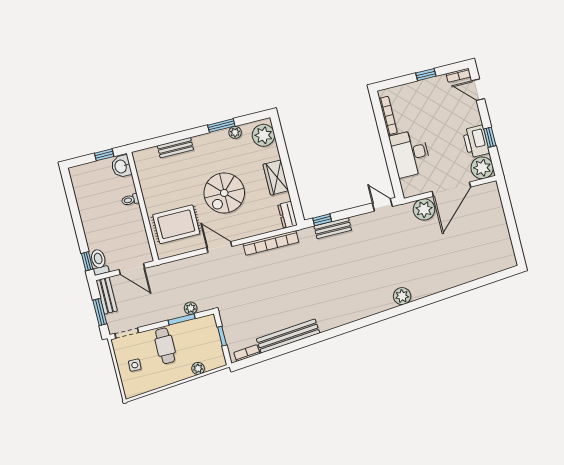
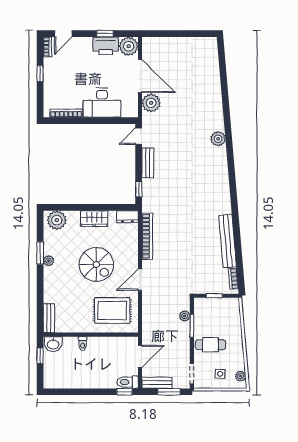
plant: (235, 132) -> (49, 261), moved
bench: (175, 148) -> (49, 318), moved
rug: (176, 224) -> (112, 311), turned 90
bench: (333, 228) -> (148, 163), moved
plant: (198, 368) -> (241, 376), moved

